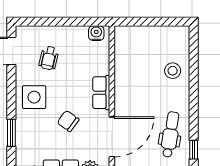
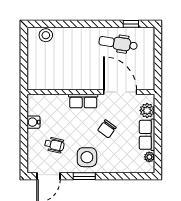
water cooler: (96, 33) -> (33, 122), moved
stool: (173, 71) -> (46, 35), moved
window: (11, 133) -> (84, 176), moved

